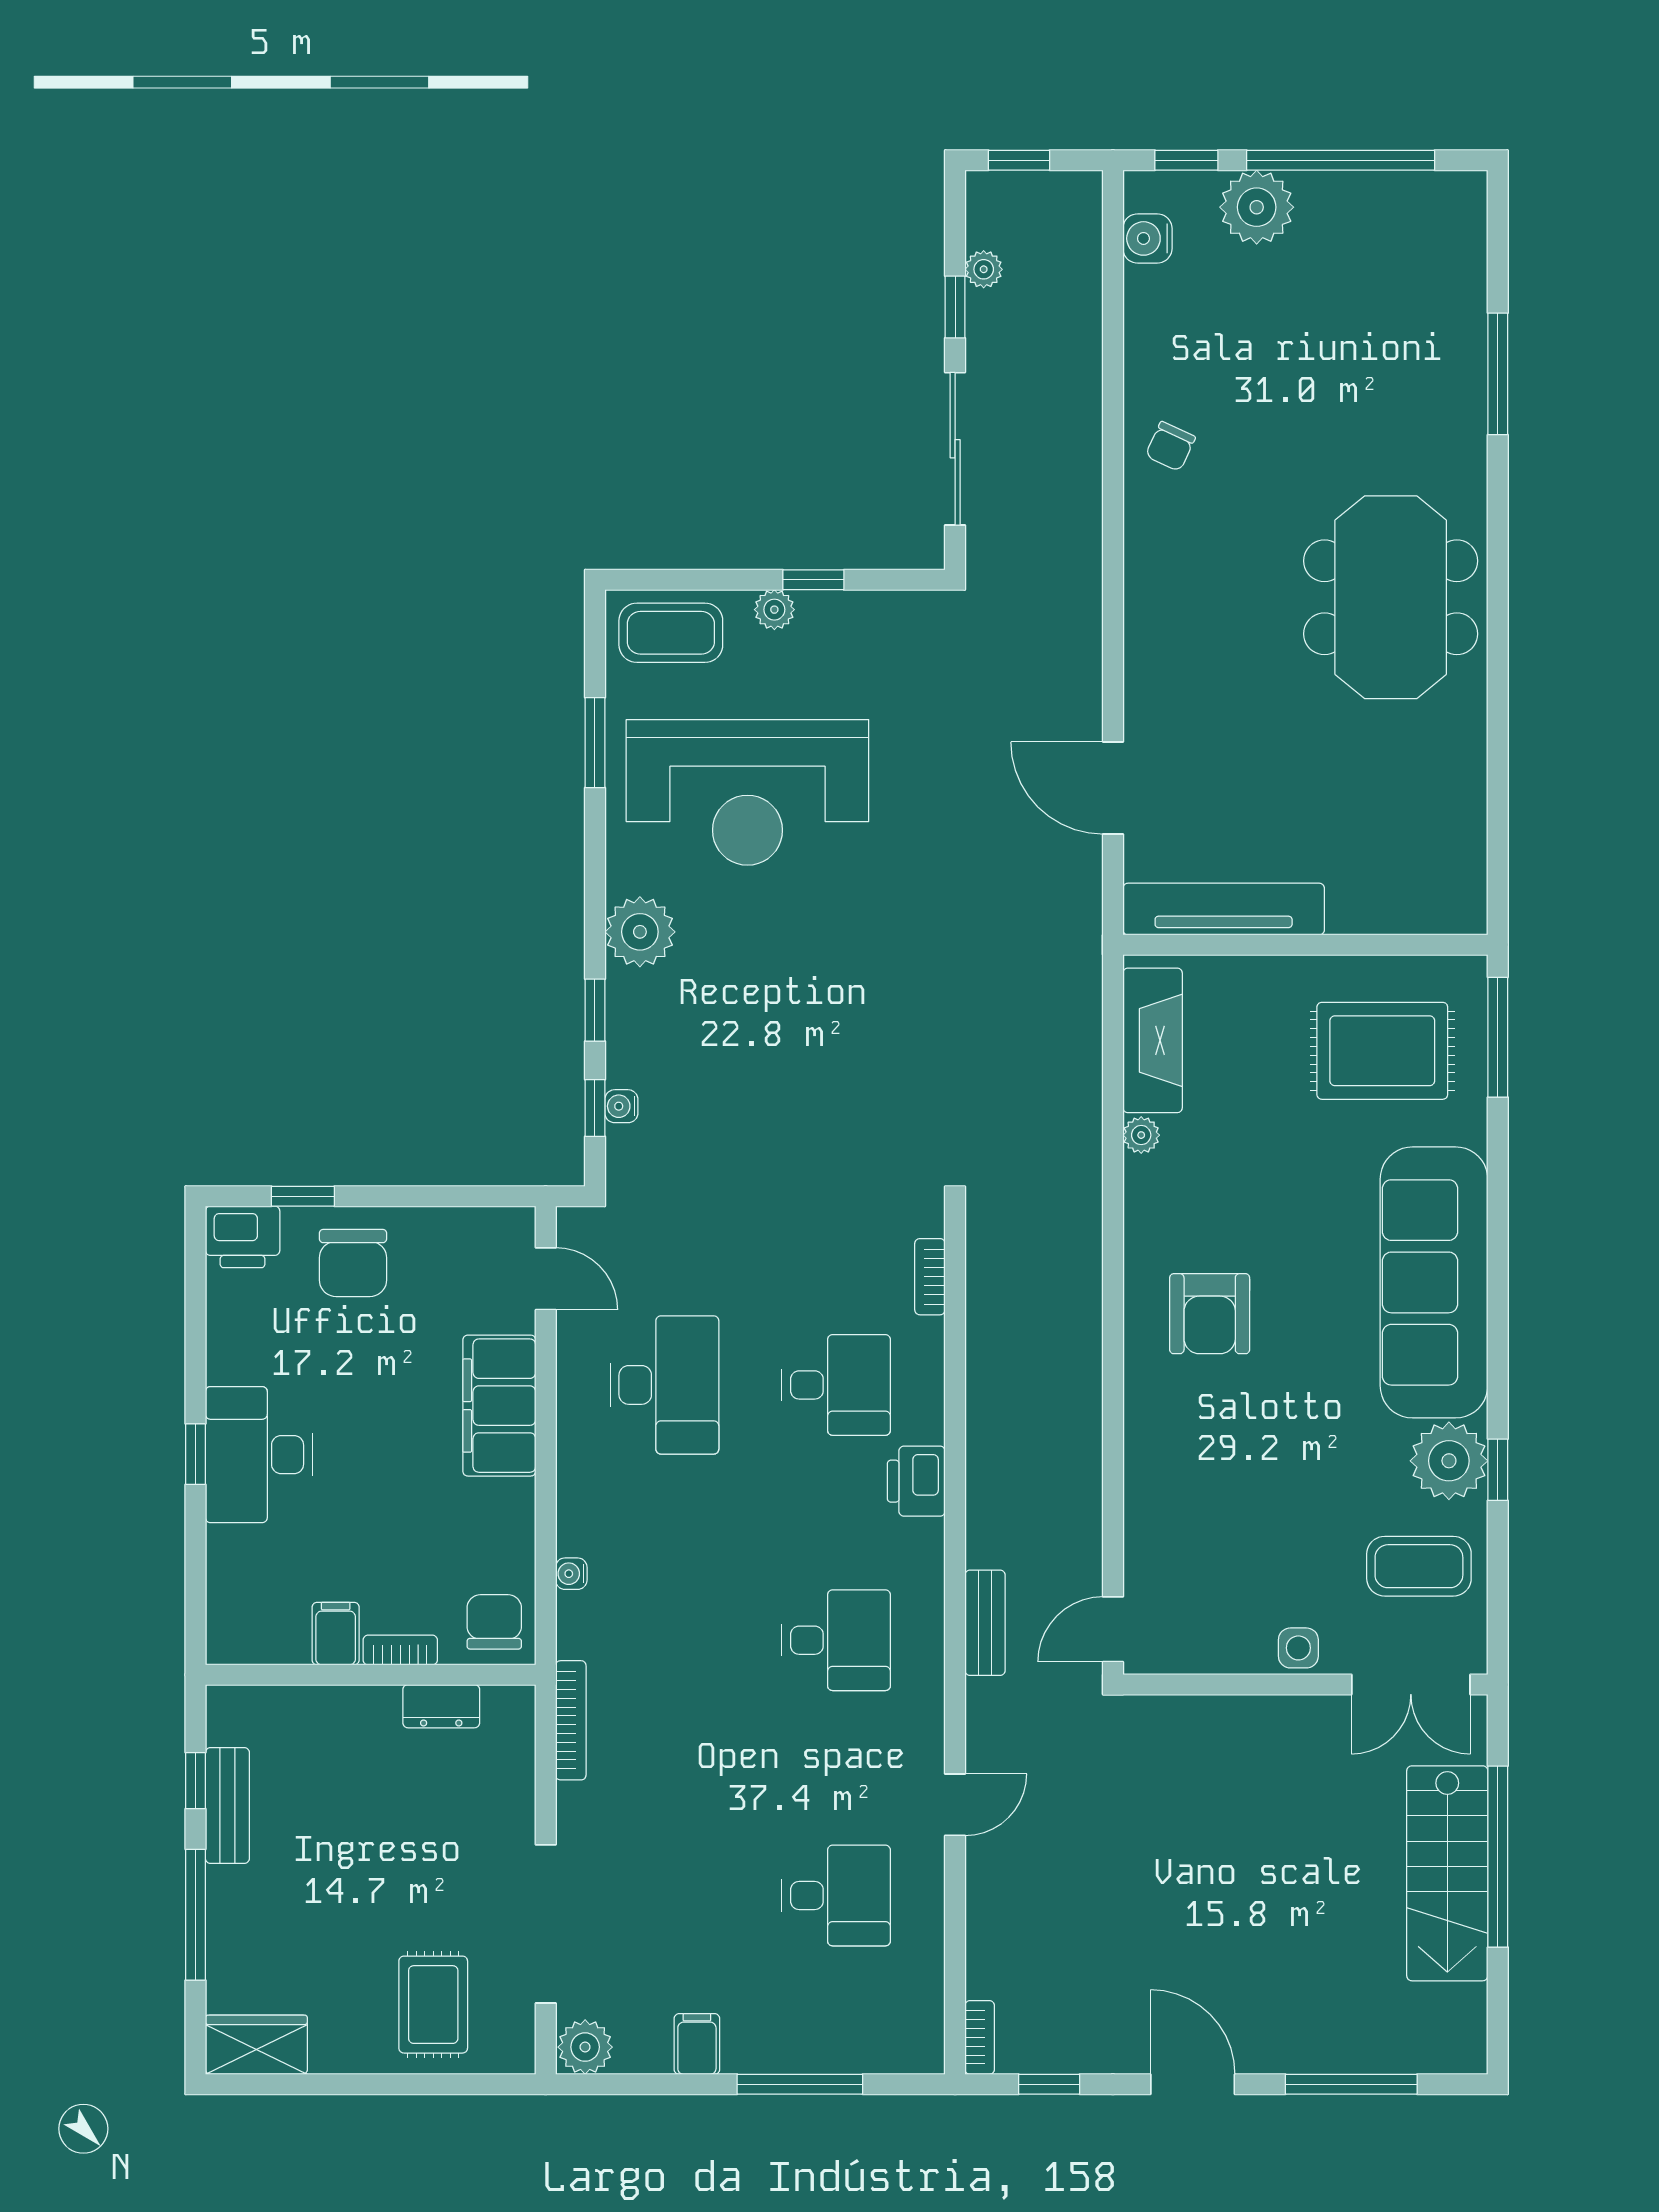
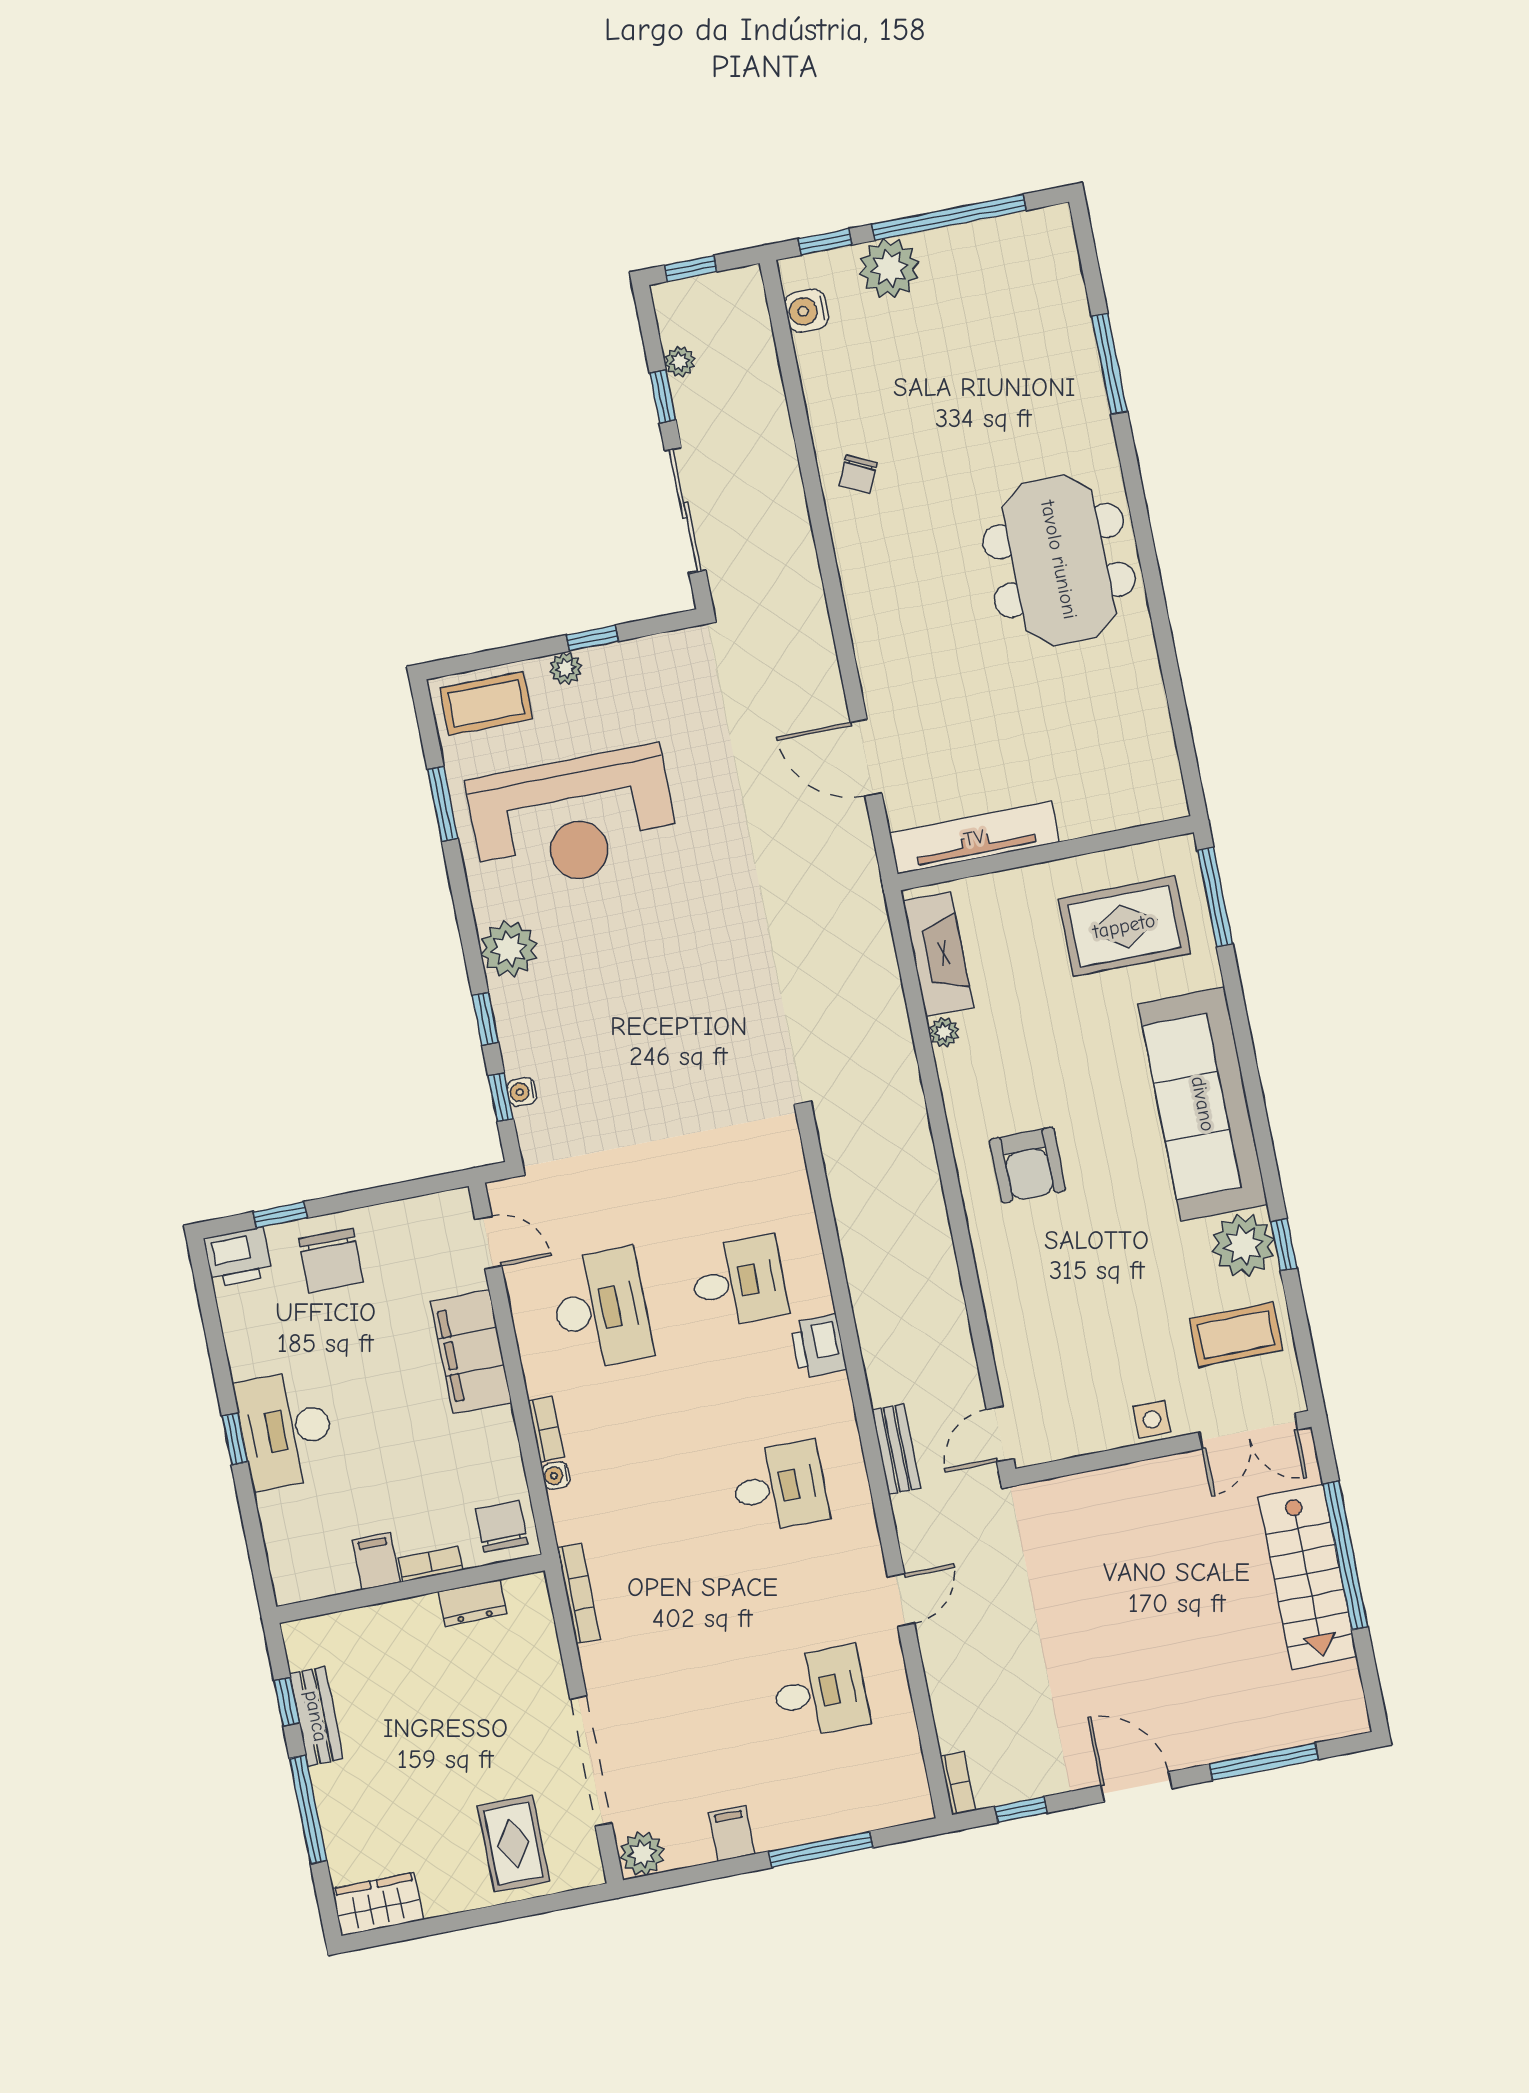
bookcase: (930, 1277) -> (546, 1429), moved, turned 180

